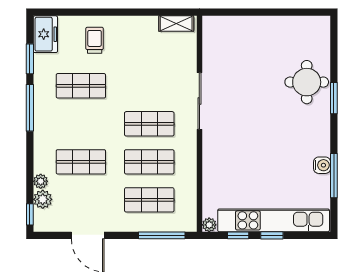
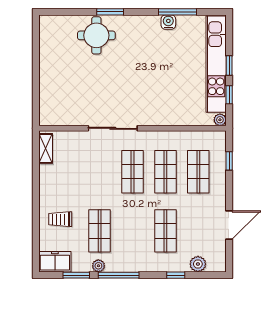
plant: (41, 181) -> (98, 266), moved
window: (30, 214) -> (176, 275), moved
window: (162, 235) -> (229, 161), width x0.46

